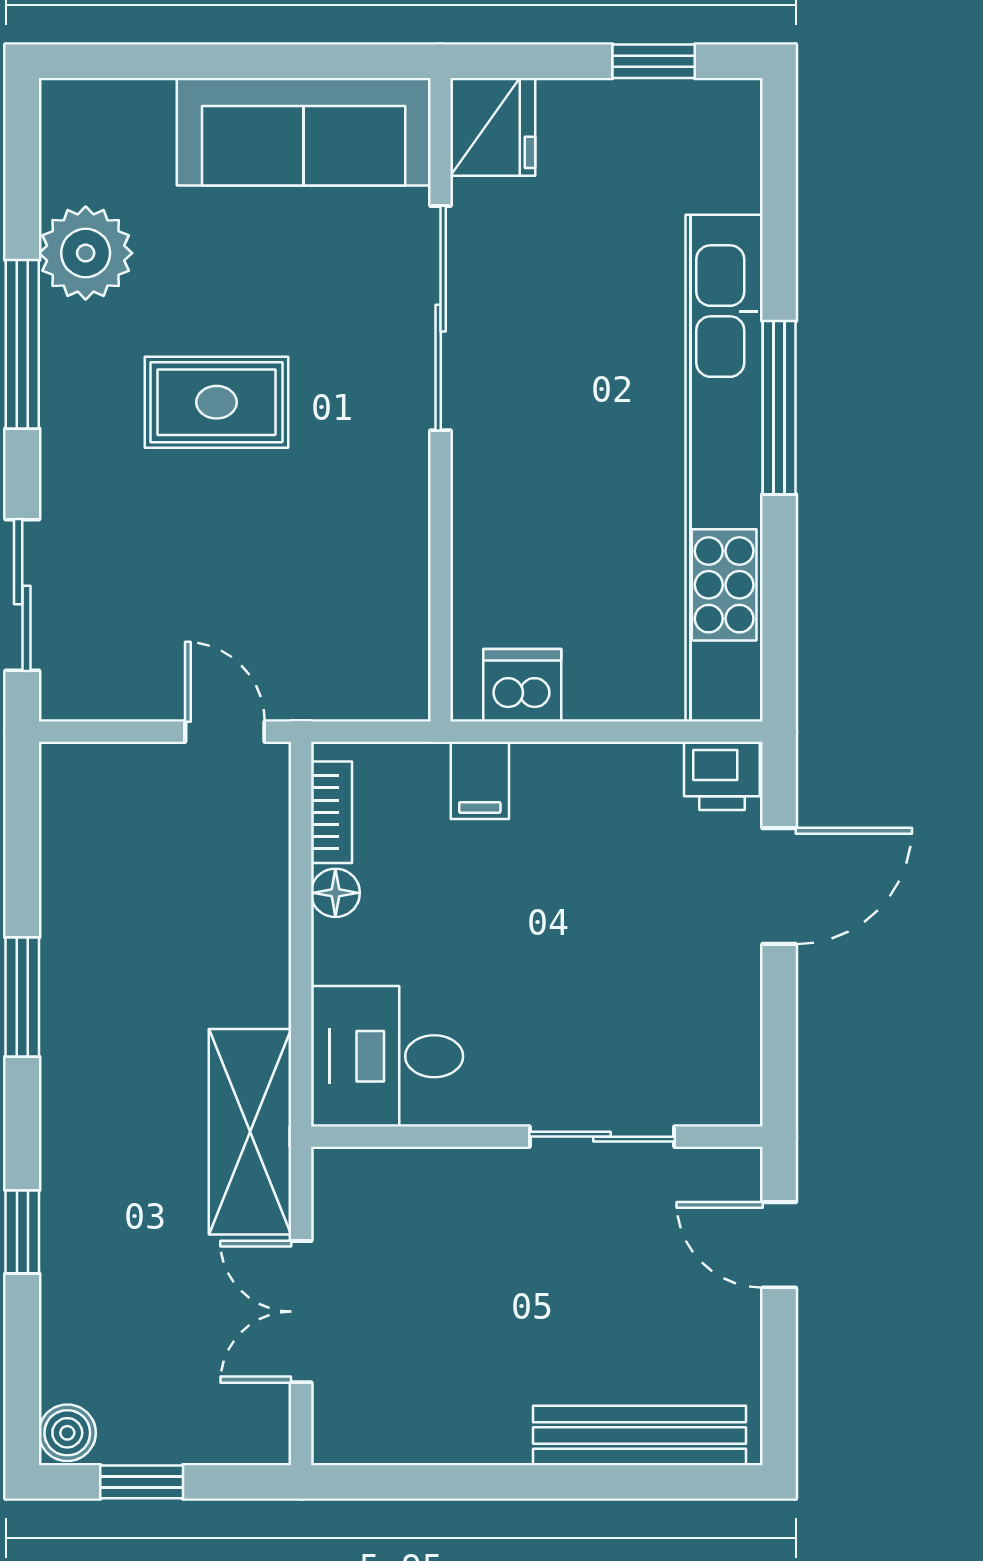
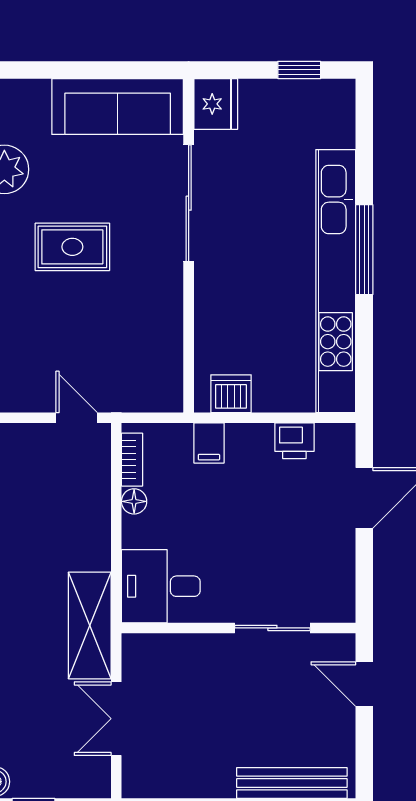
printer: (722, 776) -> (294, 441), moved

